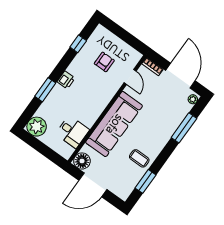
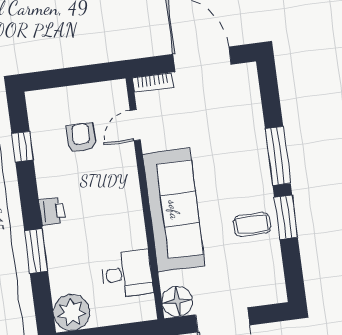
door: (130, 77) -> (135, 125), swing flipped
plant: (193, 99) -> (249, 75), removed
window: (184, 128) -> (278, 156), moved
window: (146, 181) -> (286, 217), moved

